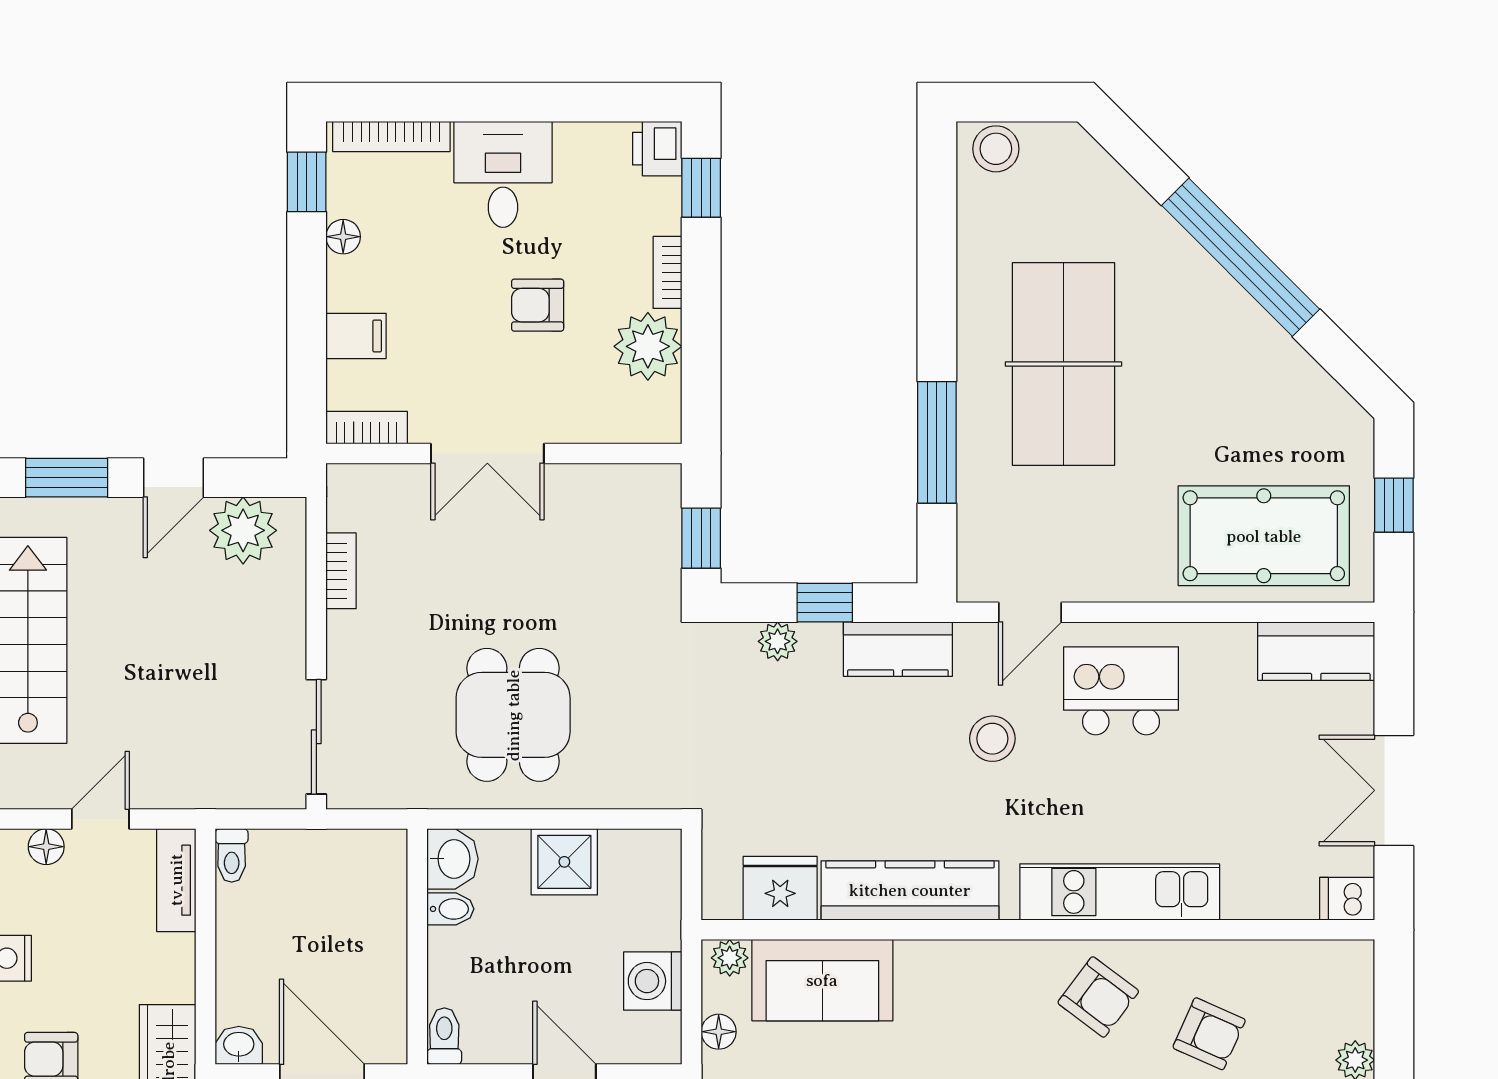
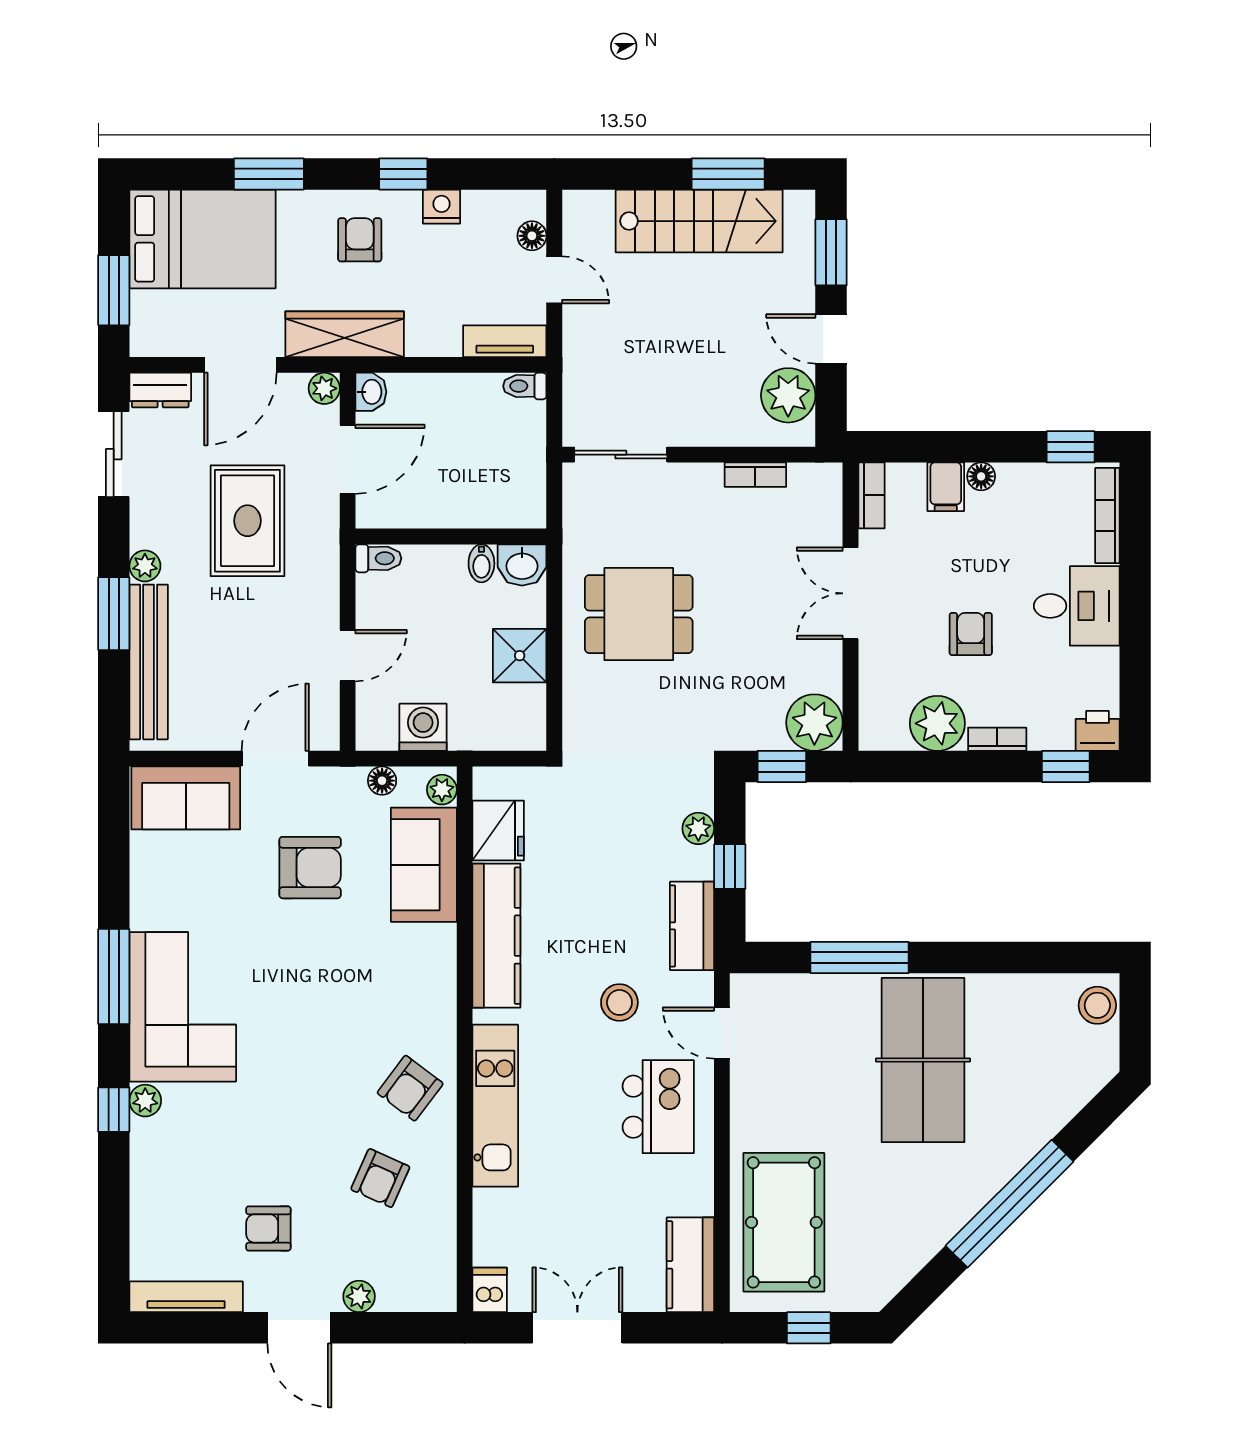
floor lamp: (343, 237) -> (981, 476), moved
table tennis table: (1063, 364) -> (923, 1060), turned 90
plant: (647, 498) -> (814, 723), added

